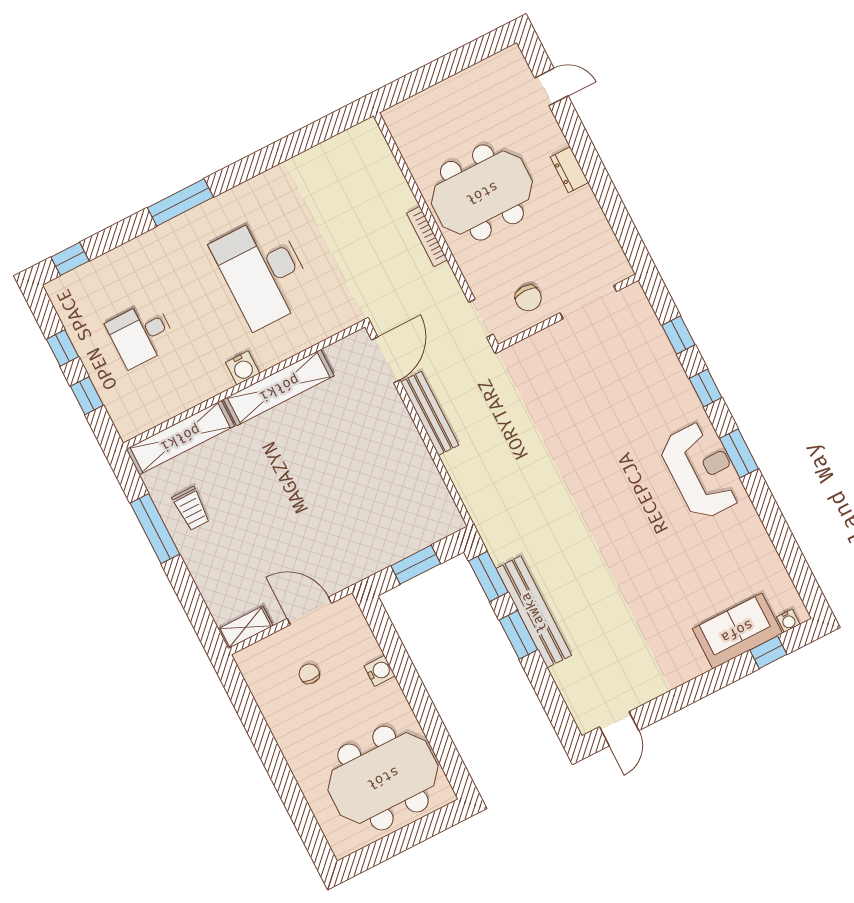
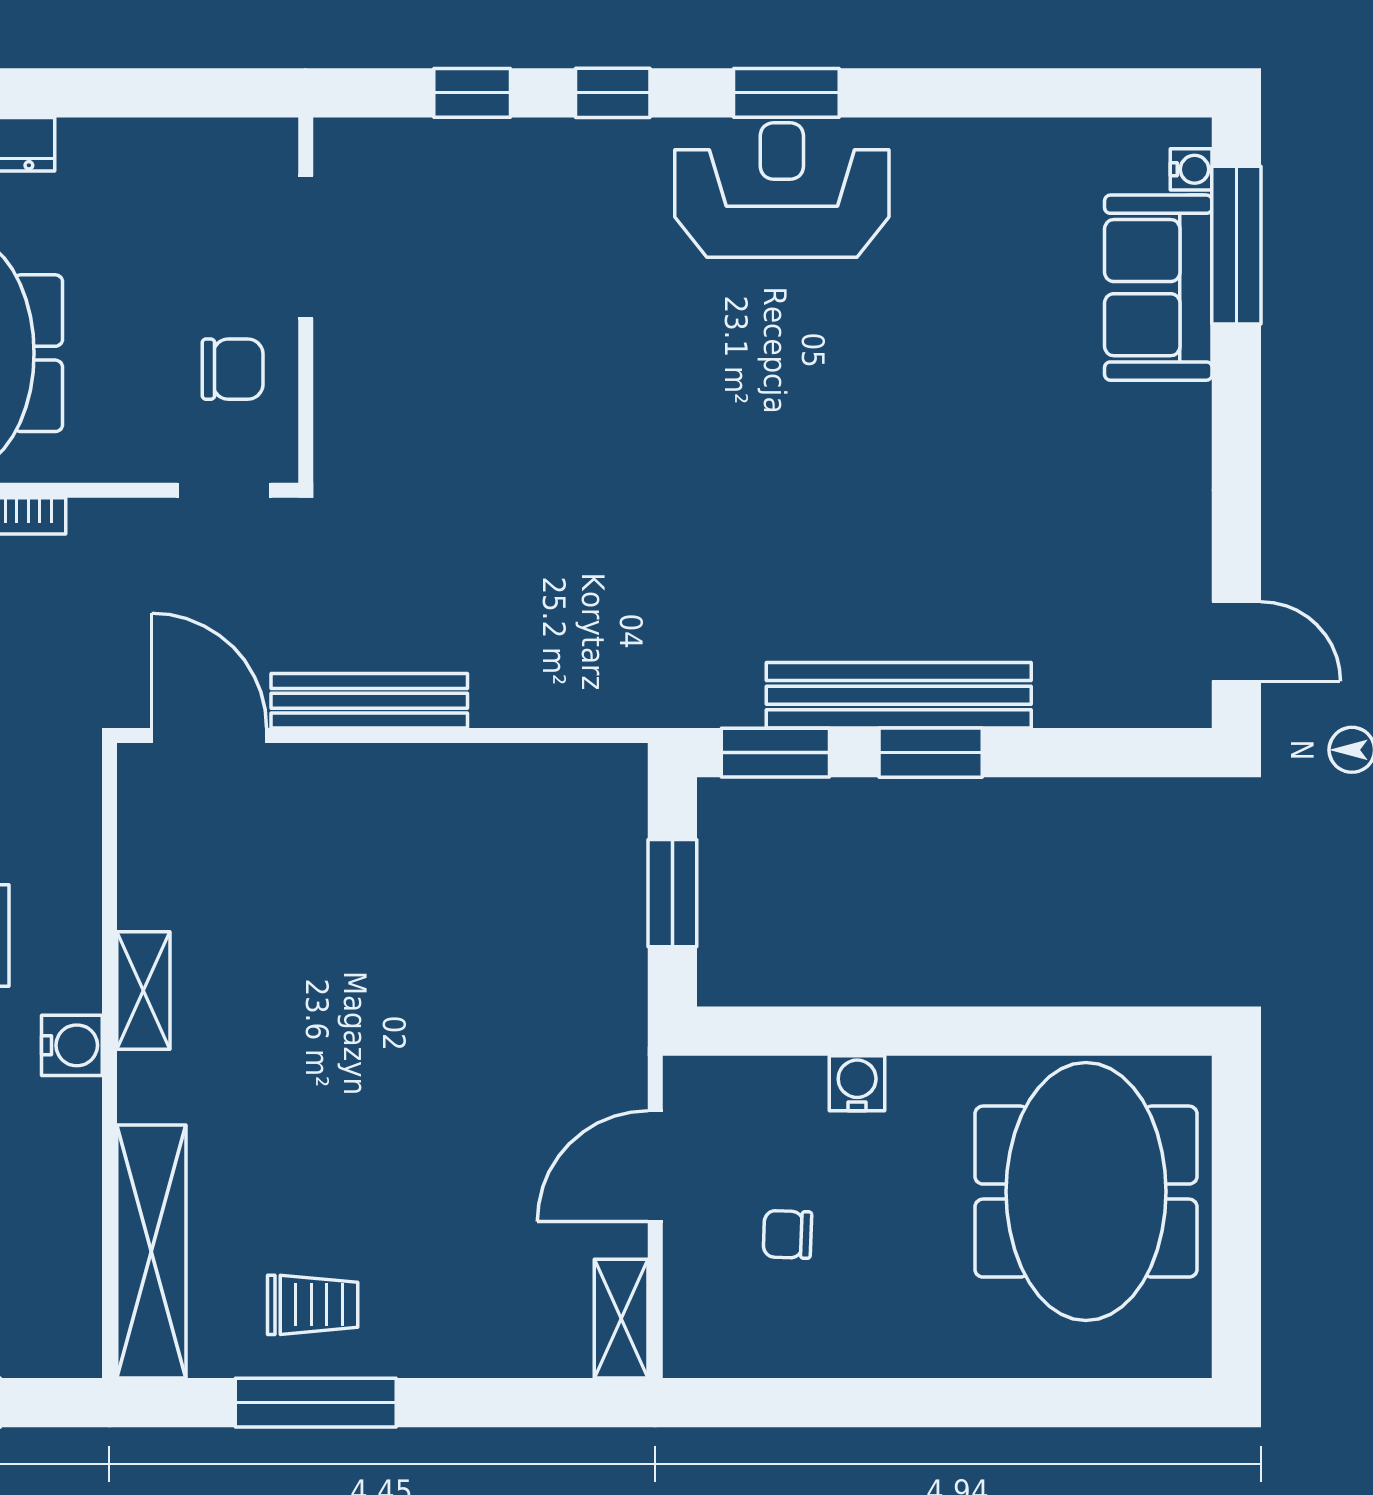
shelving: (279, 388) -> (143, 991), width x0.45, depth x0.75
window: (768, 652) -> (1236, 245), width x2.17

